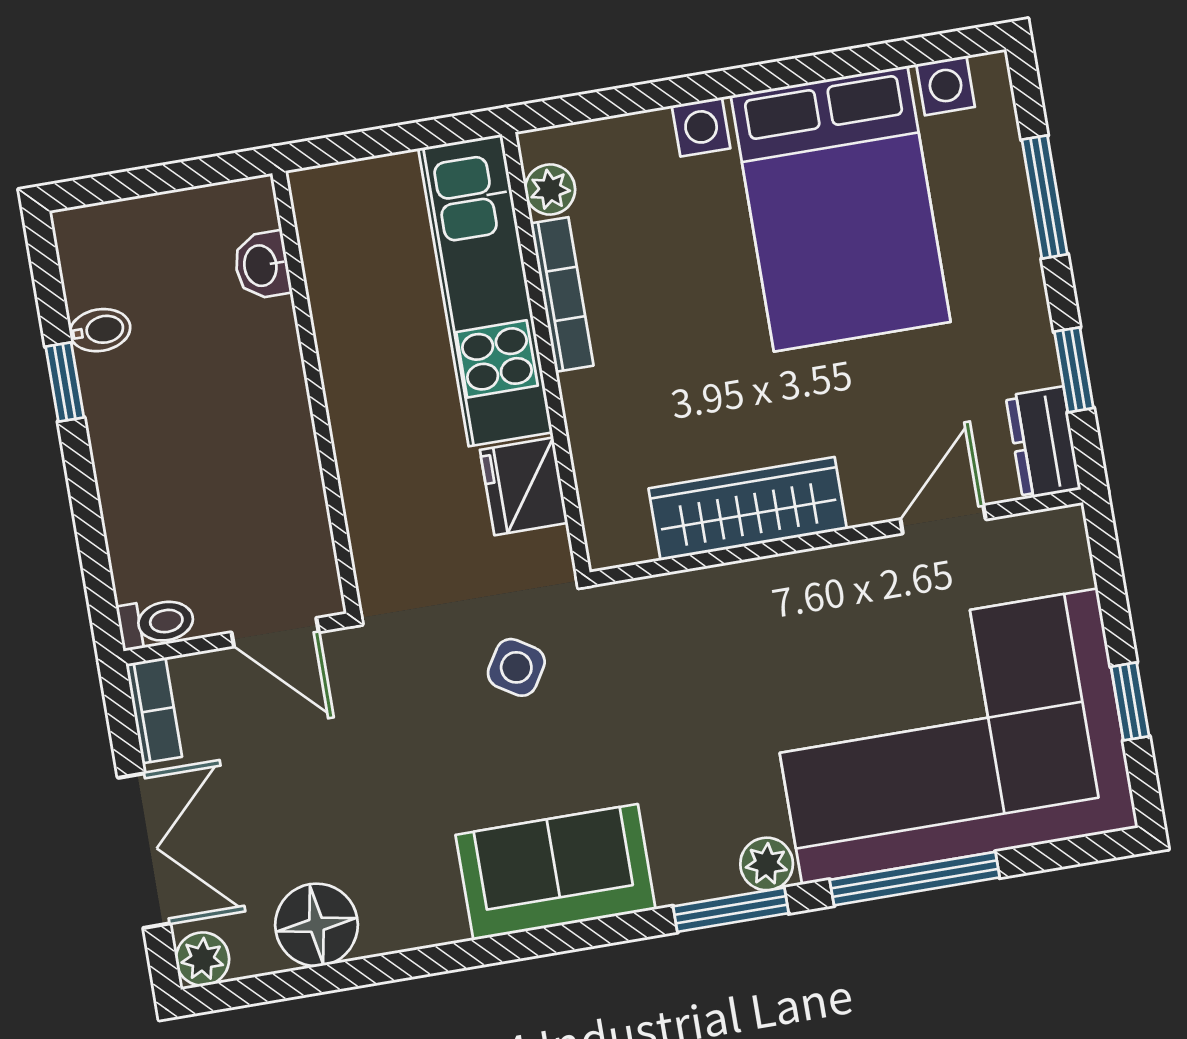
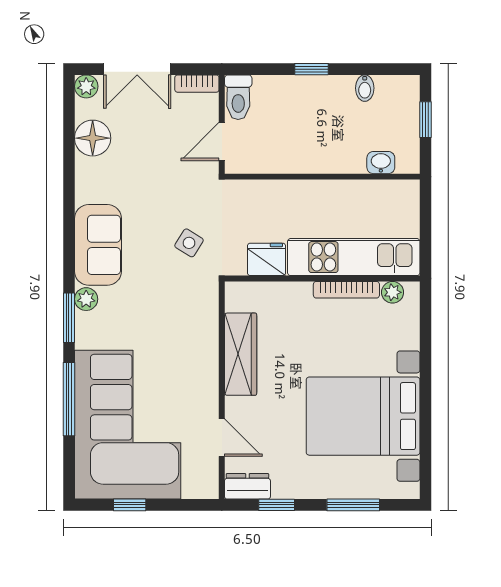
window: (148, 181) -> (425, 120), added
window: (65, 382) -> (311, 69), moved
toilet: (156, 623) -> (238, 97), width x1.37, depth x1.39
plant: (767, 864) -> (86, 299), moved

